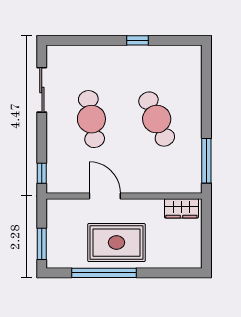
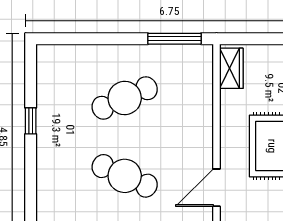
cafe table: (91, 119) -> (125, 176), turned 33
door: (105, 196) -> (217, 188), moved

